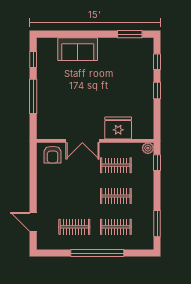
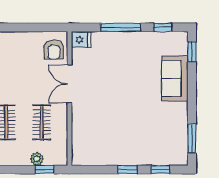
window: (54, 34) -> (192, 52), added
fridge: (118, 128) -> (81, 40), moved, width x0.53, depth x0.75
plant: (148, 148) -> (37, 159), moved
armchair: (53, 155) -> (54, 50), turned -90

